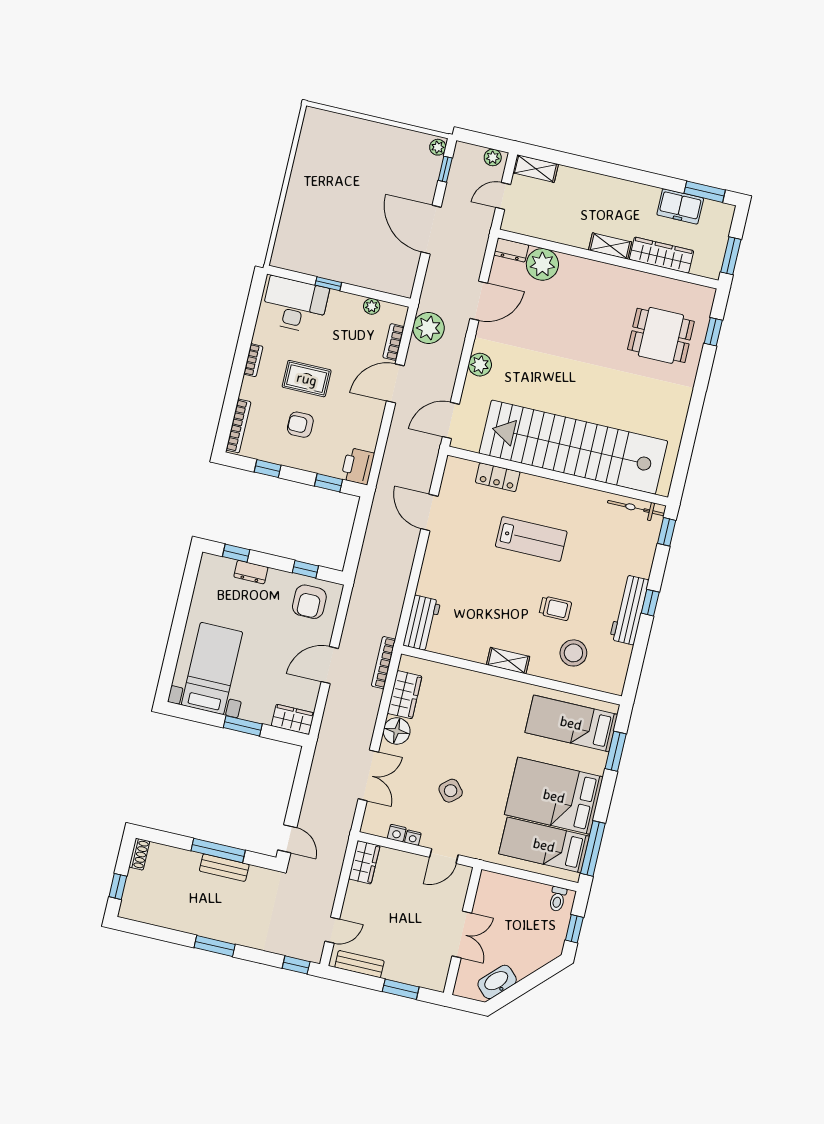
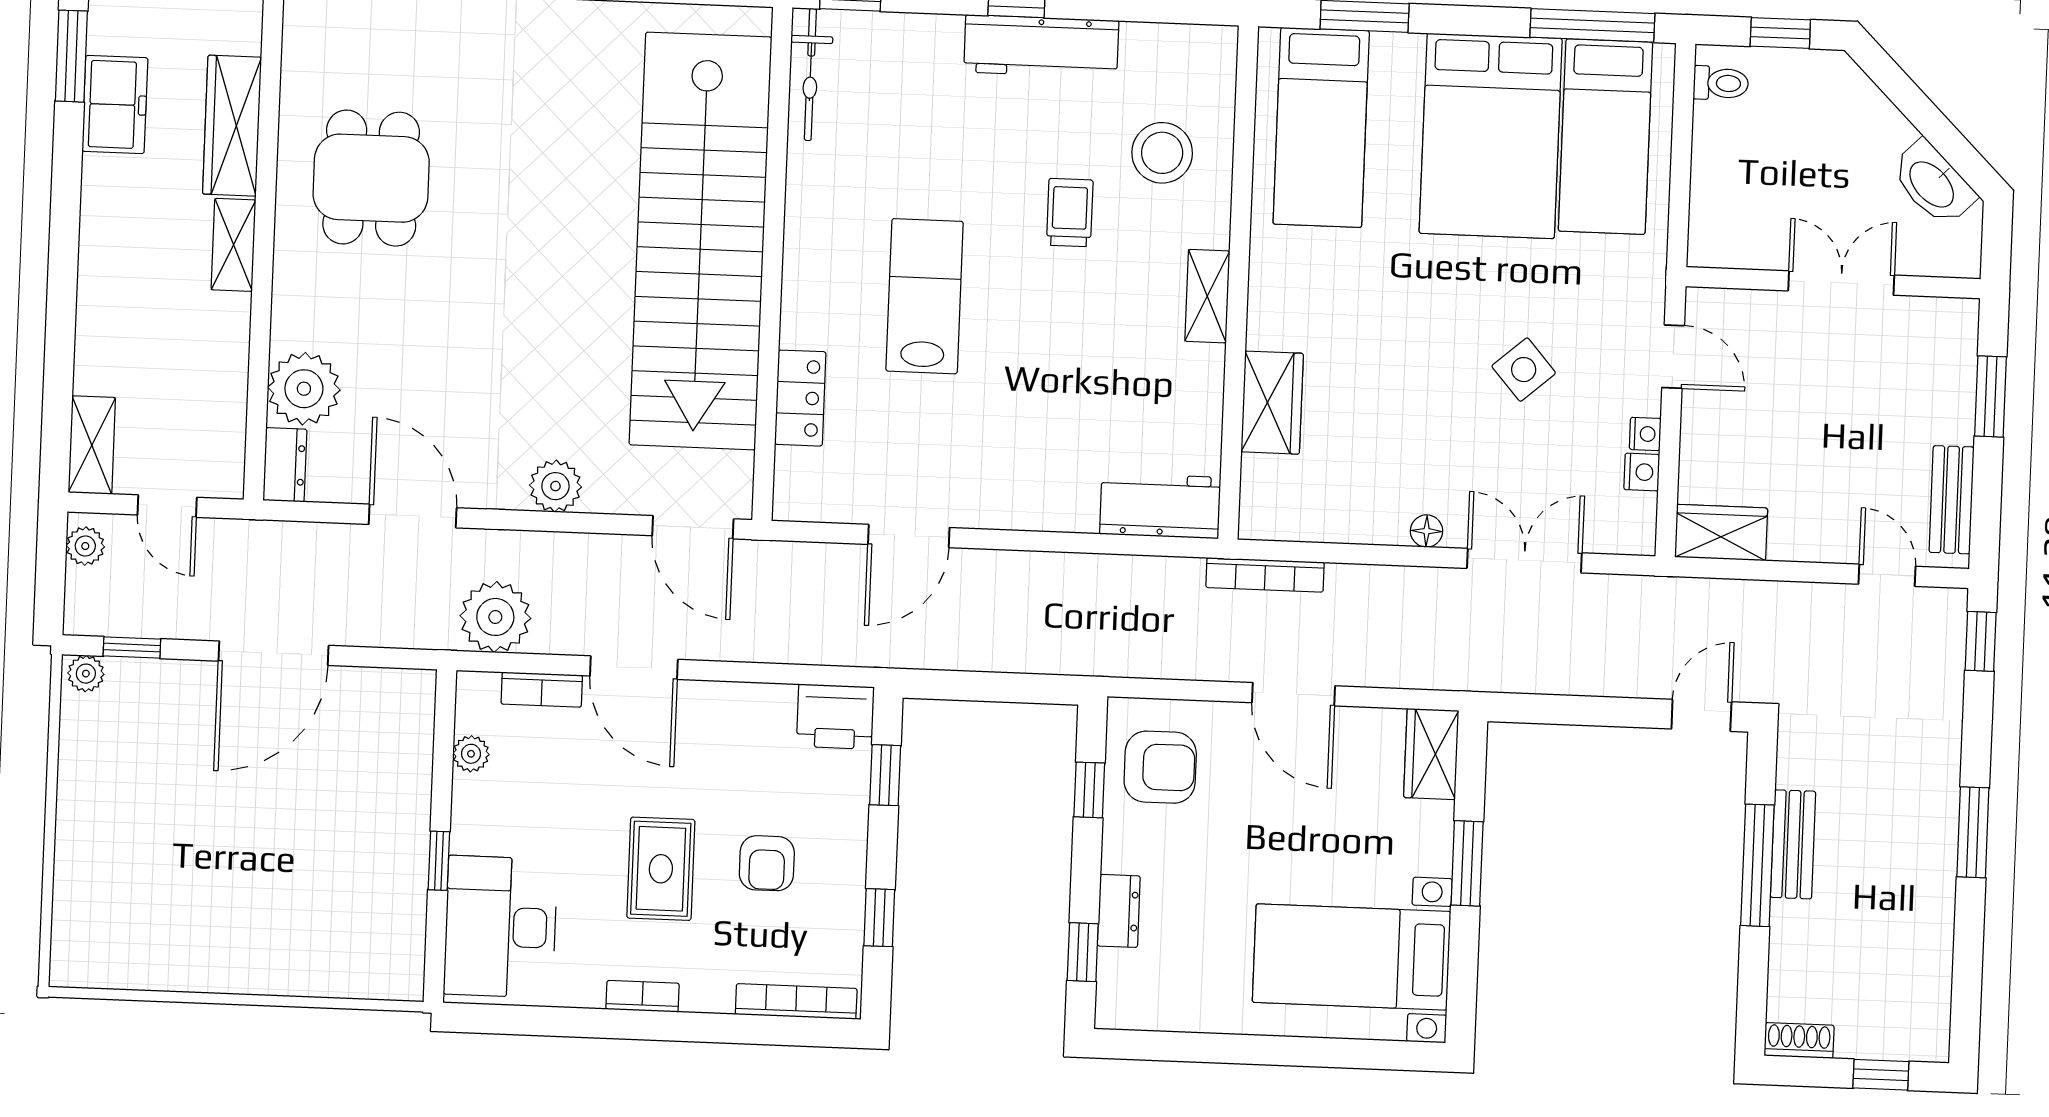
dining table: (661, 335) -> (371, 178), moved
wardrobe: (405, 695) -> (1272, 403), moved, turned 90
floor lamp: (397, 731) -> (1427, 531), width x0.53, depth x0.53

